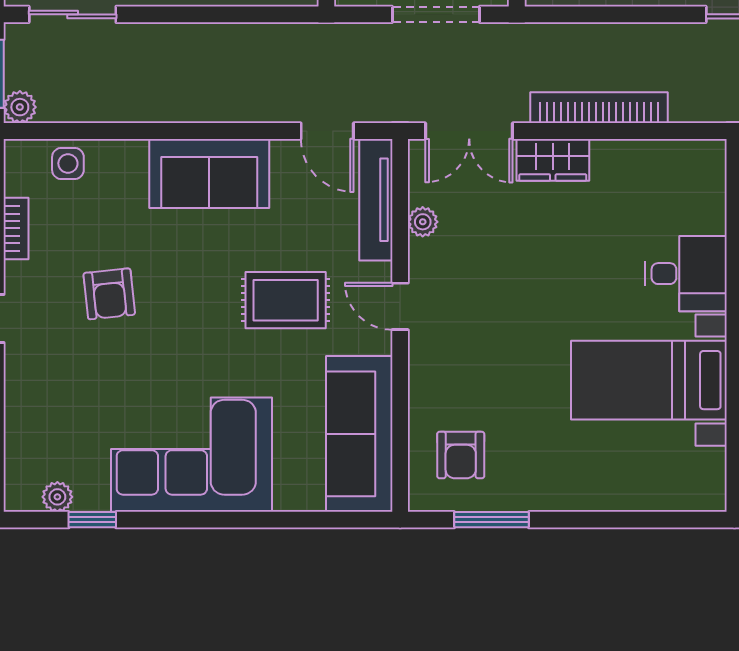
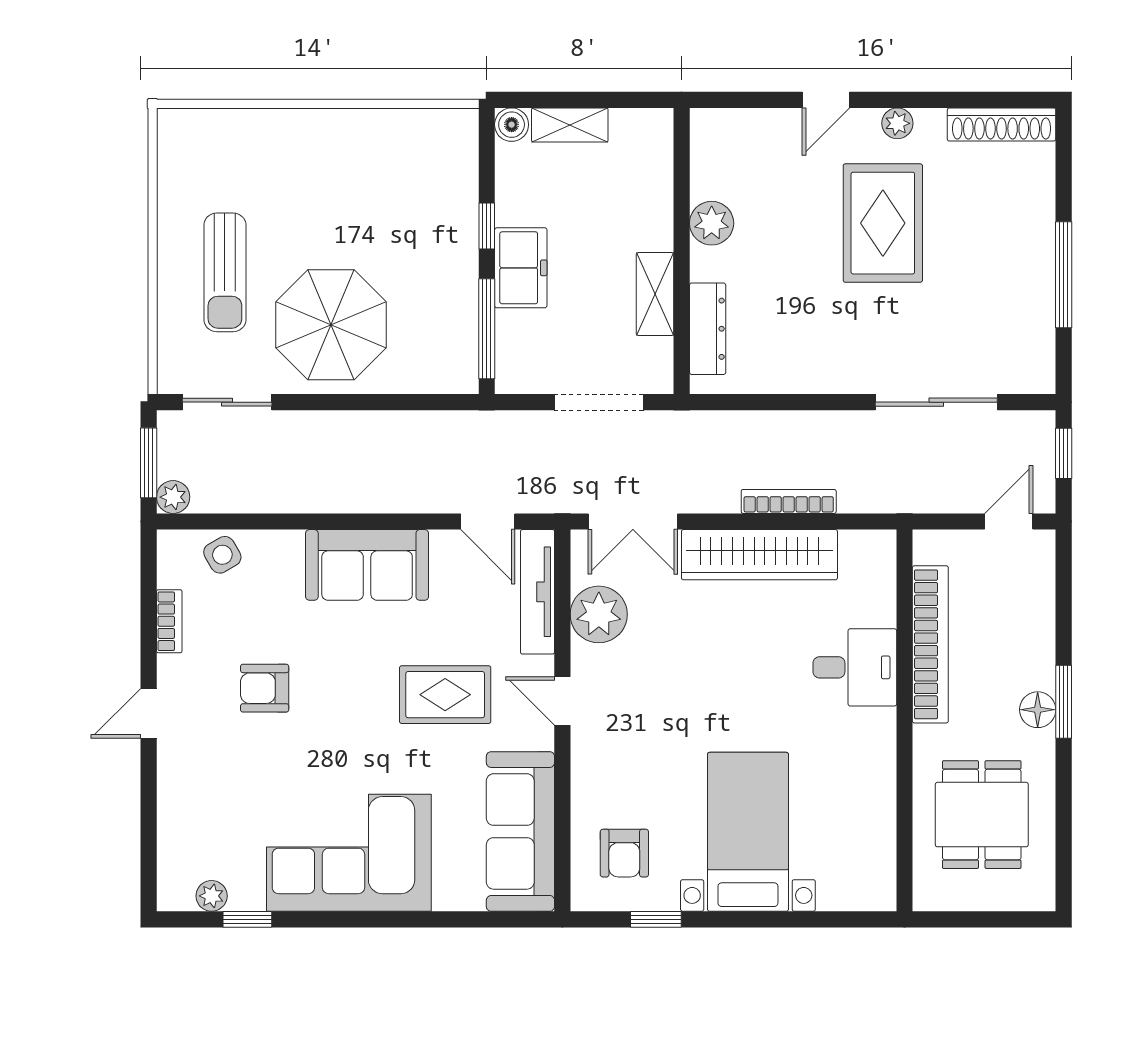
bookcase: (599, 108) -> (789, 501), width x0.68, depth x0.76
wardrobe: (553, 160) -> (759, 555), width x2.10, depth x1.17
side table: (68, 163) -> (222, 555), turned -30
plant: (423, 222) -> (599, 614), width x1.88, depth x1.88
armchair: (109, 294) -> (265, 688), turned 96
bed with nightstands: (649, 380) -> (748, 832), moved, turned 90
window: (492, 520) -> (656, 919), width x0.67

